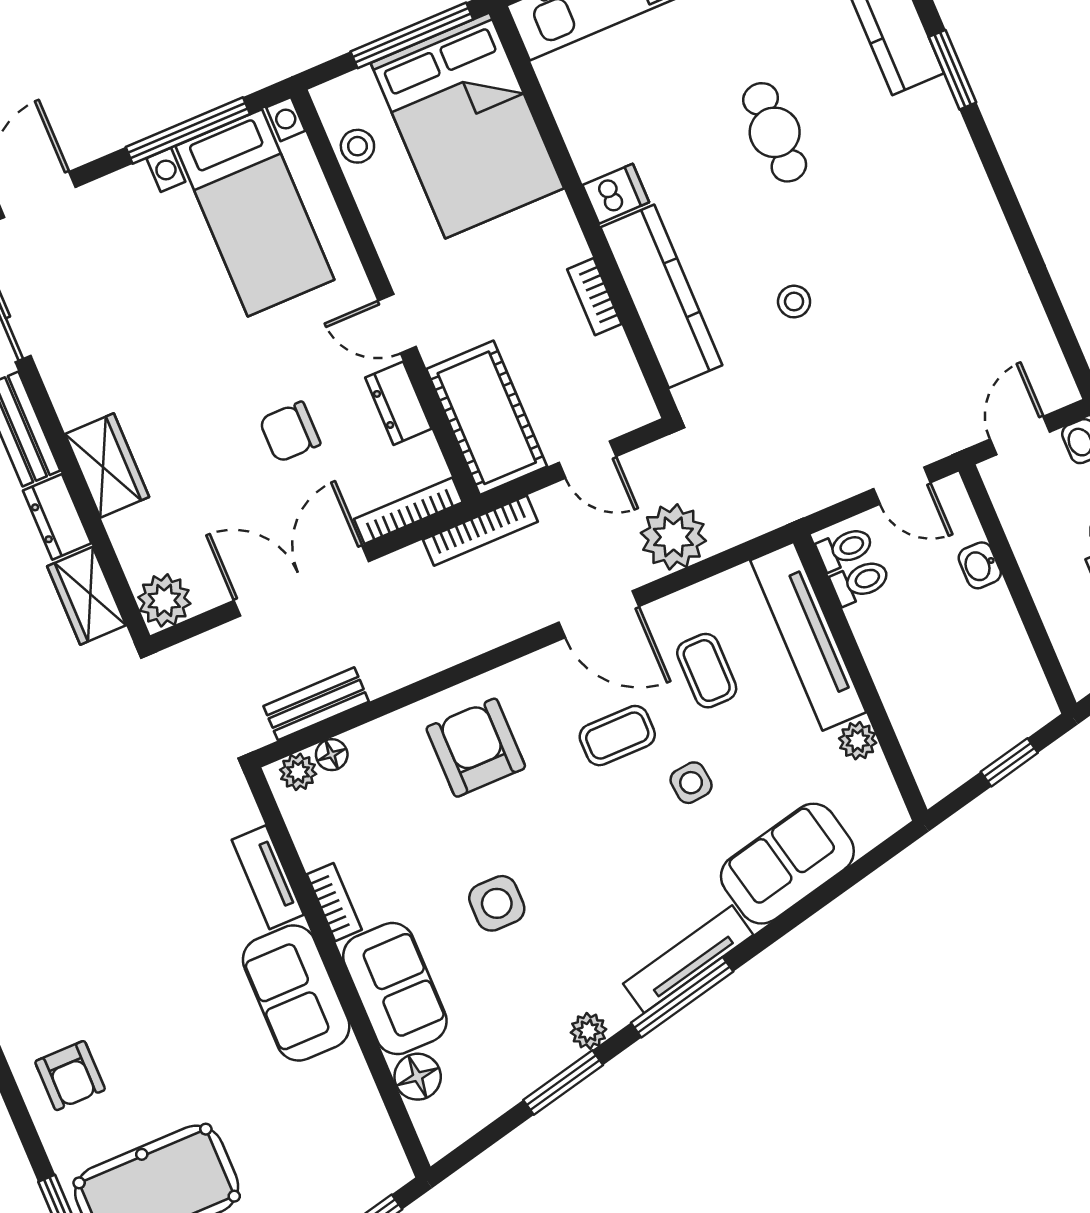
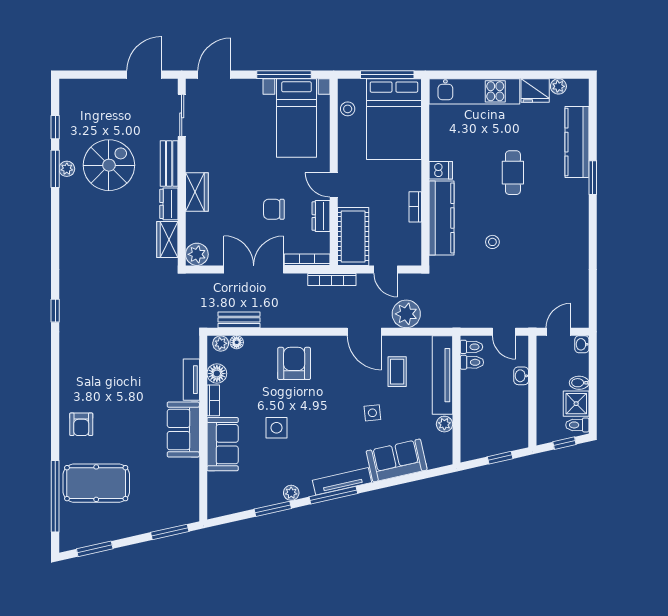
coffee table: (617, 736) -> (351, 382), removed
floor lamp: (418, 1077) -> (217, 374), moved

